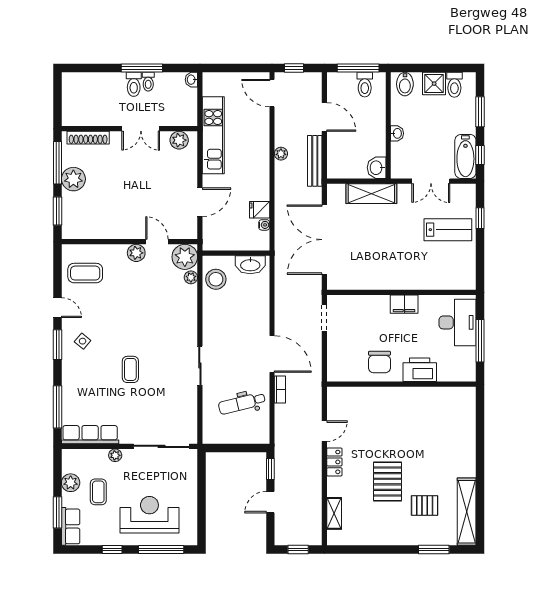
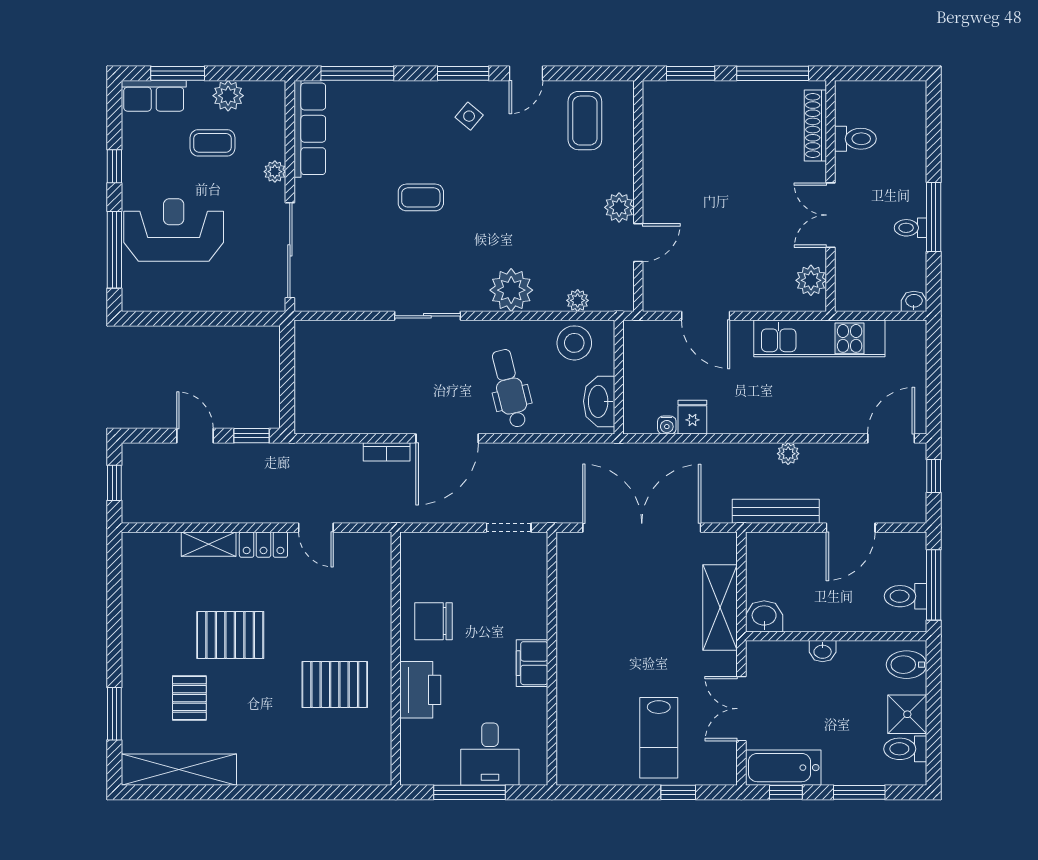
toilet: (134, 84) -> (855, 139), moved, turned 180
plant: (73, 179) -> (745, 100), removed
plant: (185, 257) -> (511, 290), moved
desk: (458, 322) -> (490, 754), width x0.73
dental chair: (242, 403) -> (510, 388), moved
pallet: (417, 420) -> (335, 684), added
shelving: (334, 513) -> (209, 544), moved
reception desk: (149, 515) -> (174, 230), turned -90

